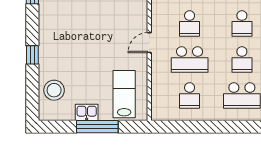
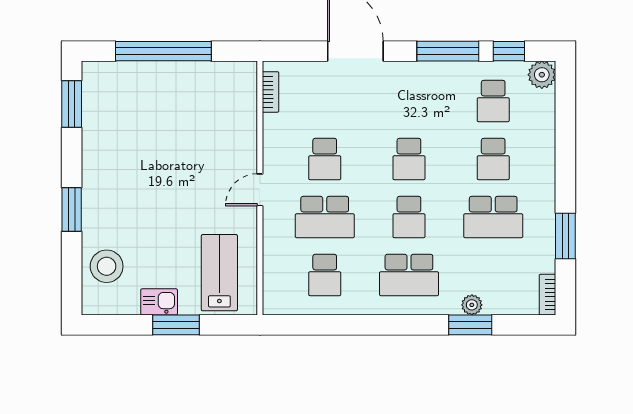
window: (32, 55) -> (72, 210), width x1.50
window: (97, 127) -> (176, 325), width x0.69

